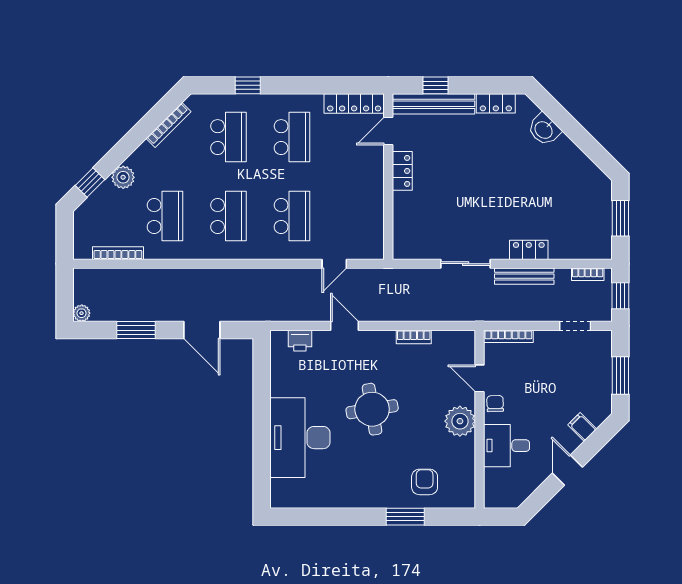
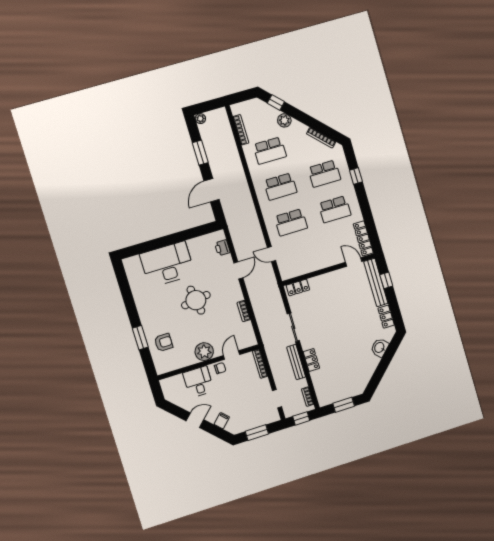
locker: (402, 171) -> (298, 287), moved

